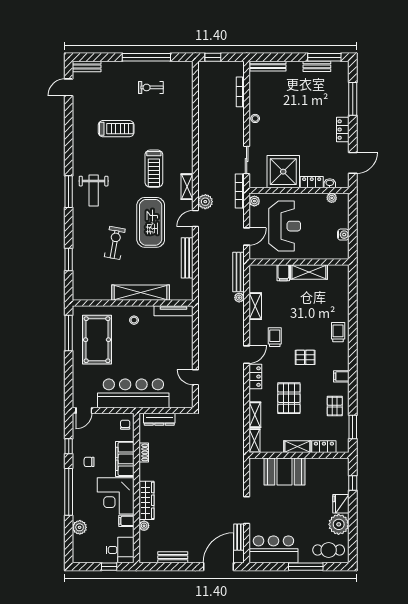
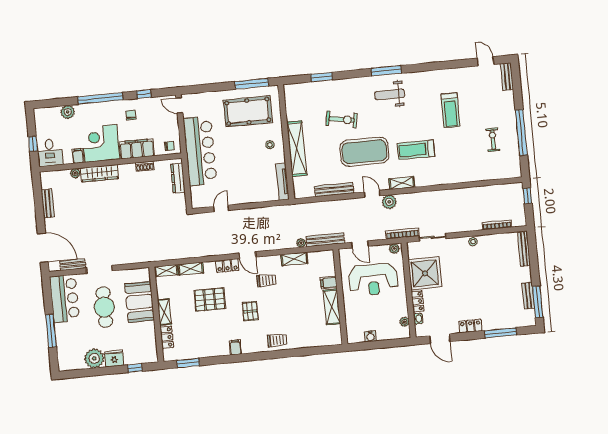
pallet: (335, 406) -> (206, 344), removed
cafe table: (329, 550) -> (104, 307), moved, width x1.37, depth x1.35

